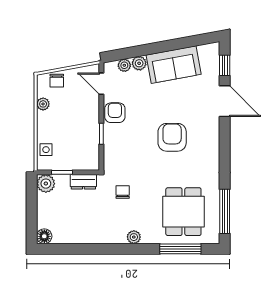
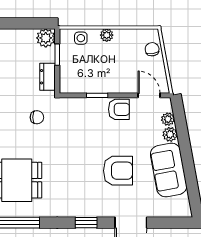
window: (225, 65) -> (86, 223), moved
chair: (57, 81) -> (152, 49), turned 83
door: (101, 84) -> (149, 95), hinge flipped
plant: (43, 104) -> (107, 35), moved
armchair: (172, 137) -> (118, 171), moved

